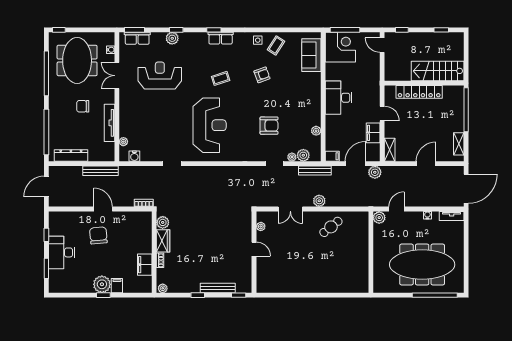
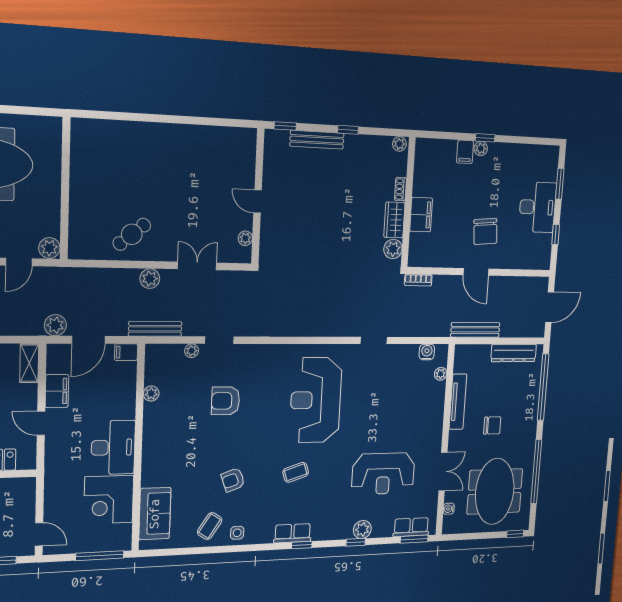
corner desk: (340, 47) -> (109, 500), moved
plant: (303, 155) -> (173, 354), removed
filing cabinet: (145, 265) -> (421, 215), moved
plant: (102, 284) -> (481, 149), width x0.53, depth x0.53

